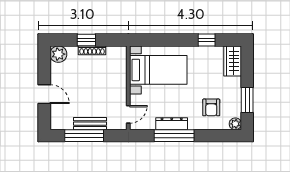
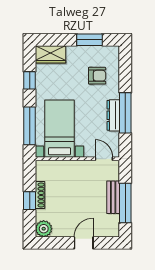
window: (161, 40) -> (30, 126), added
plant: (235, 124) -> (113, 52), removed

